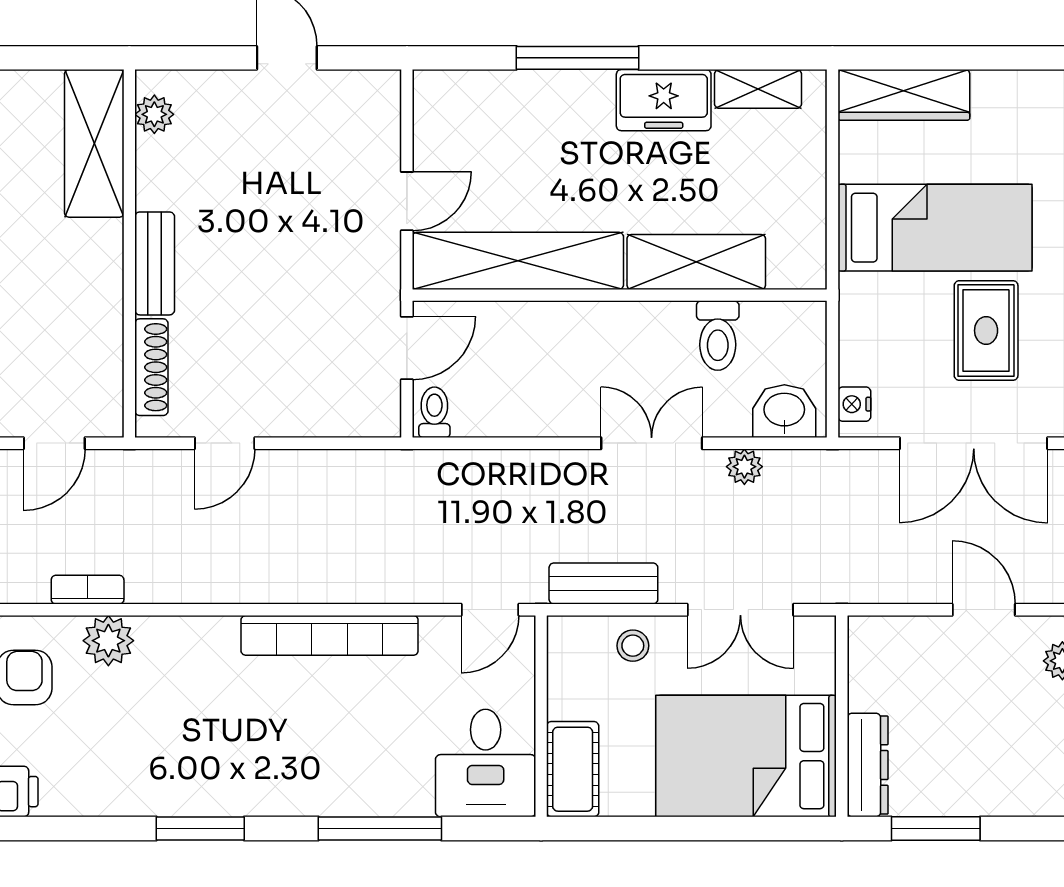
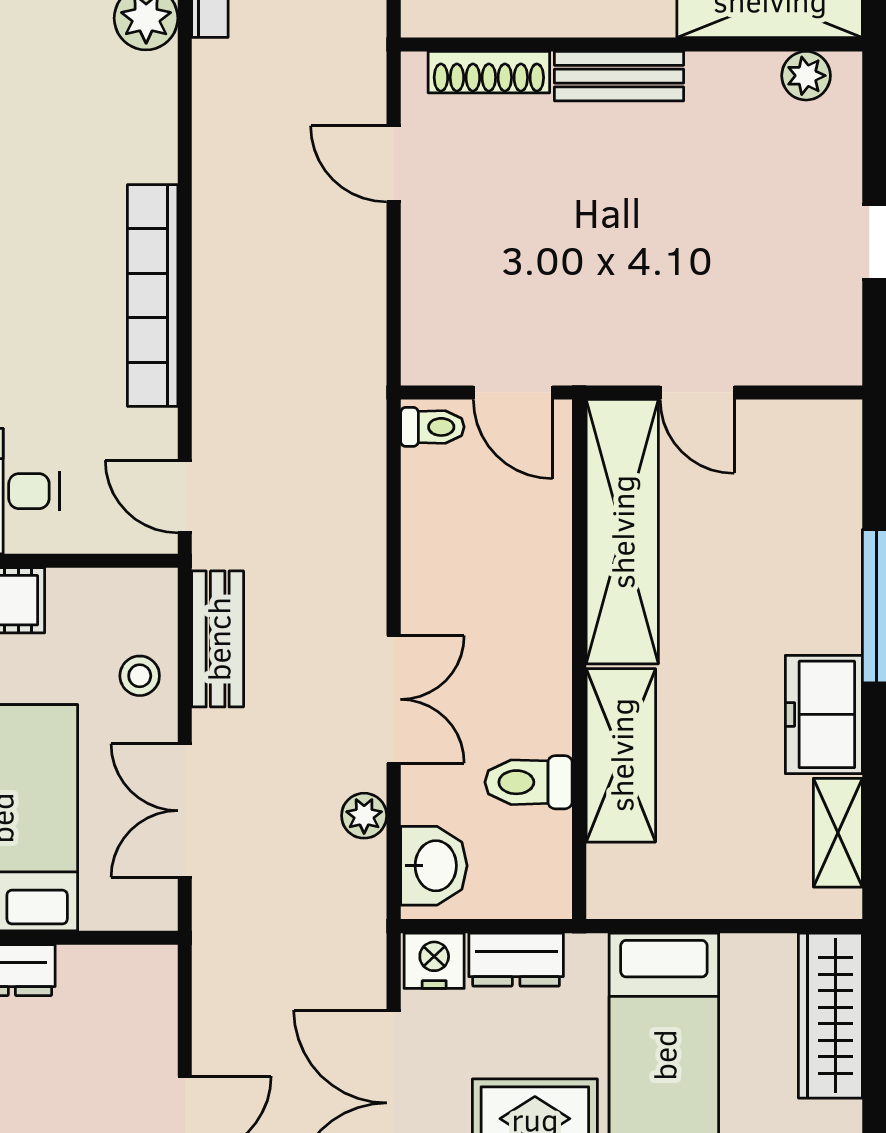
dresser: (859, 346) -> (516, 960), added
nightstand: (854, 404) -> (434, 961), width x1.39, depth x1.35

